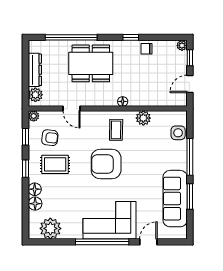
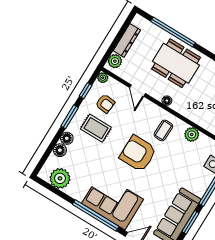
floor lamp: (123, 101) -> (167, 101), moved
window: (26, 169) -> (70, 117), width x1.50

